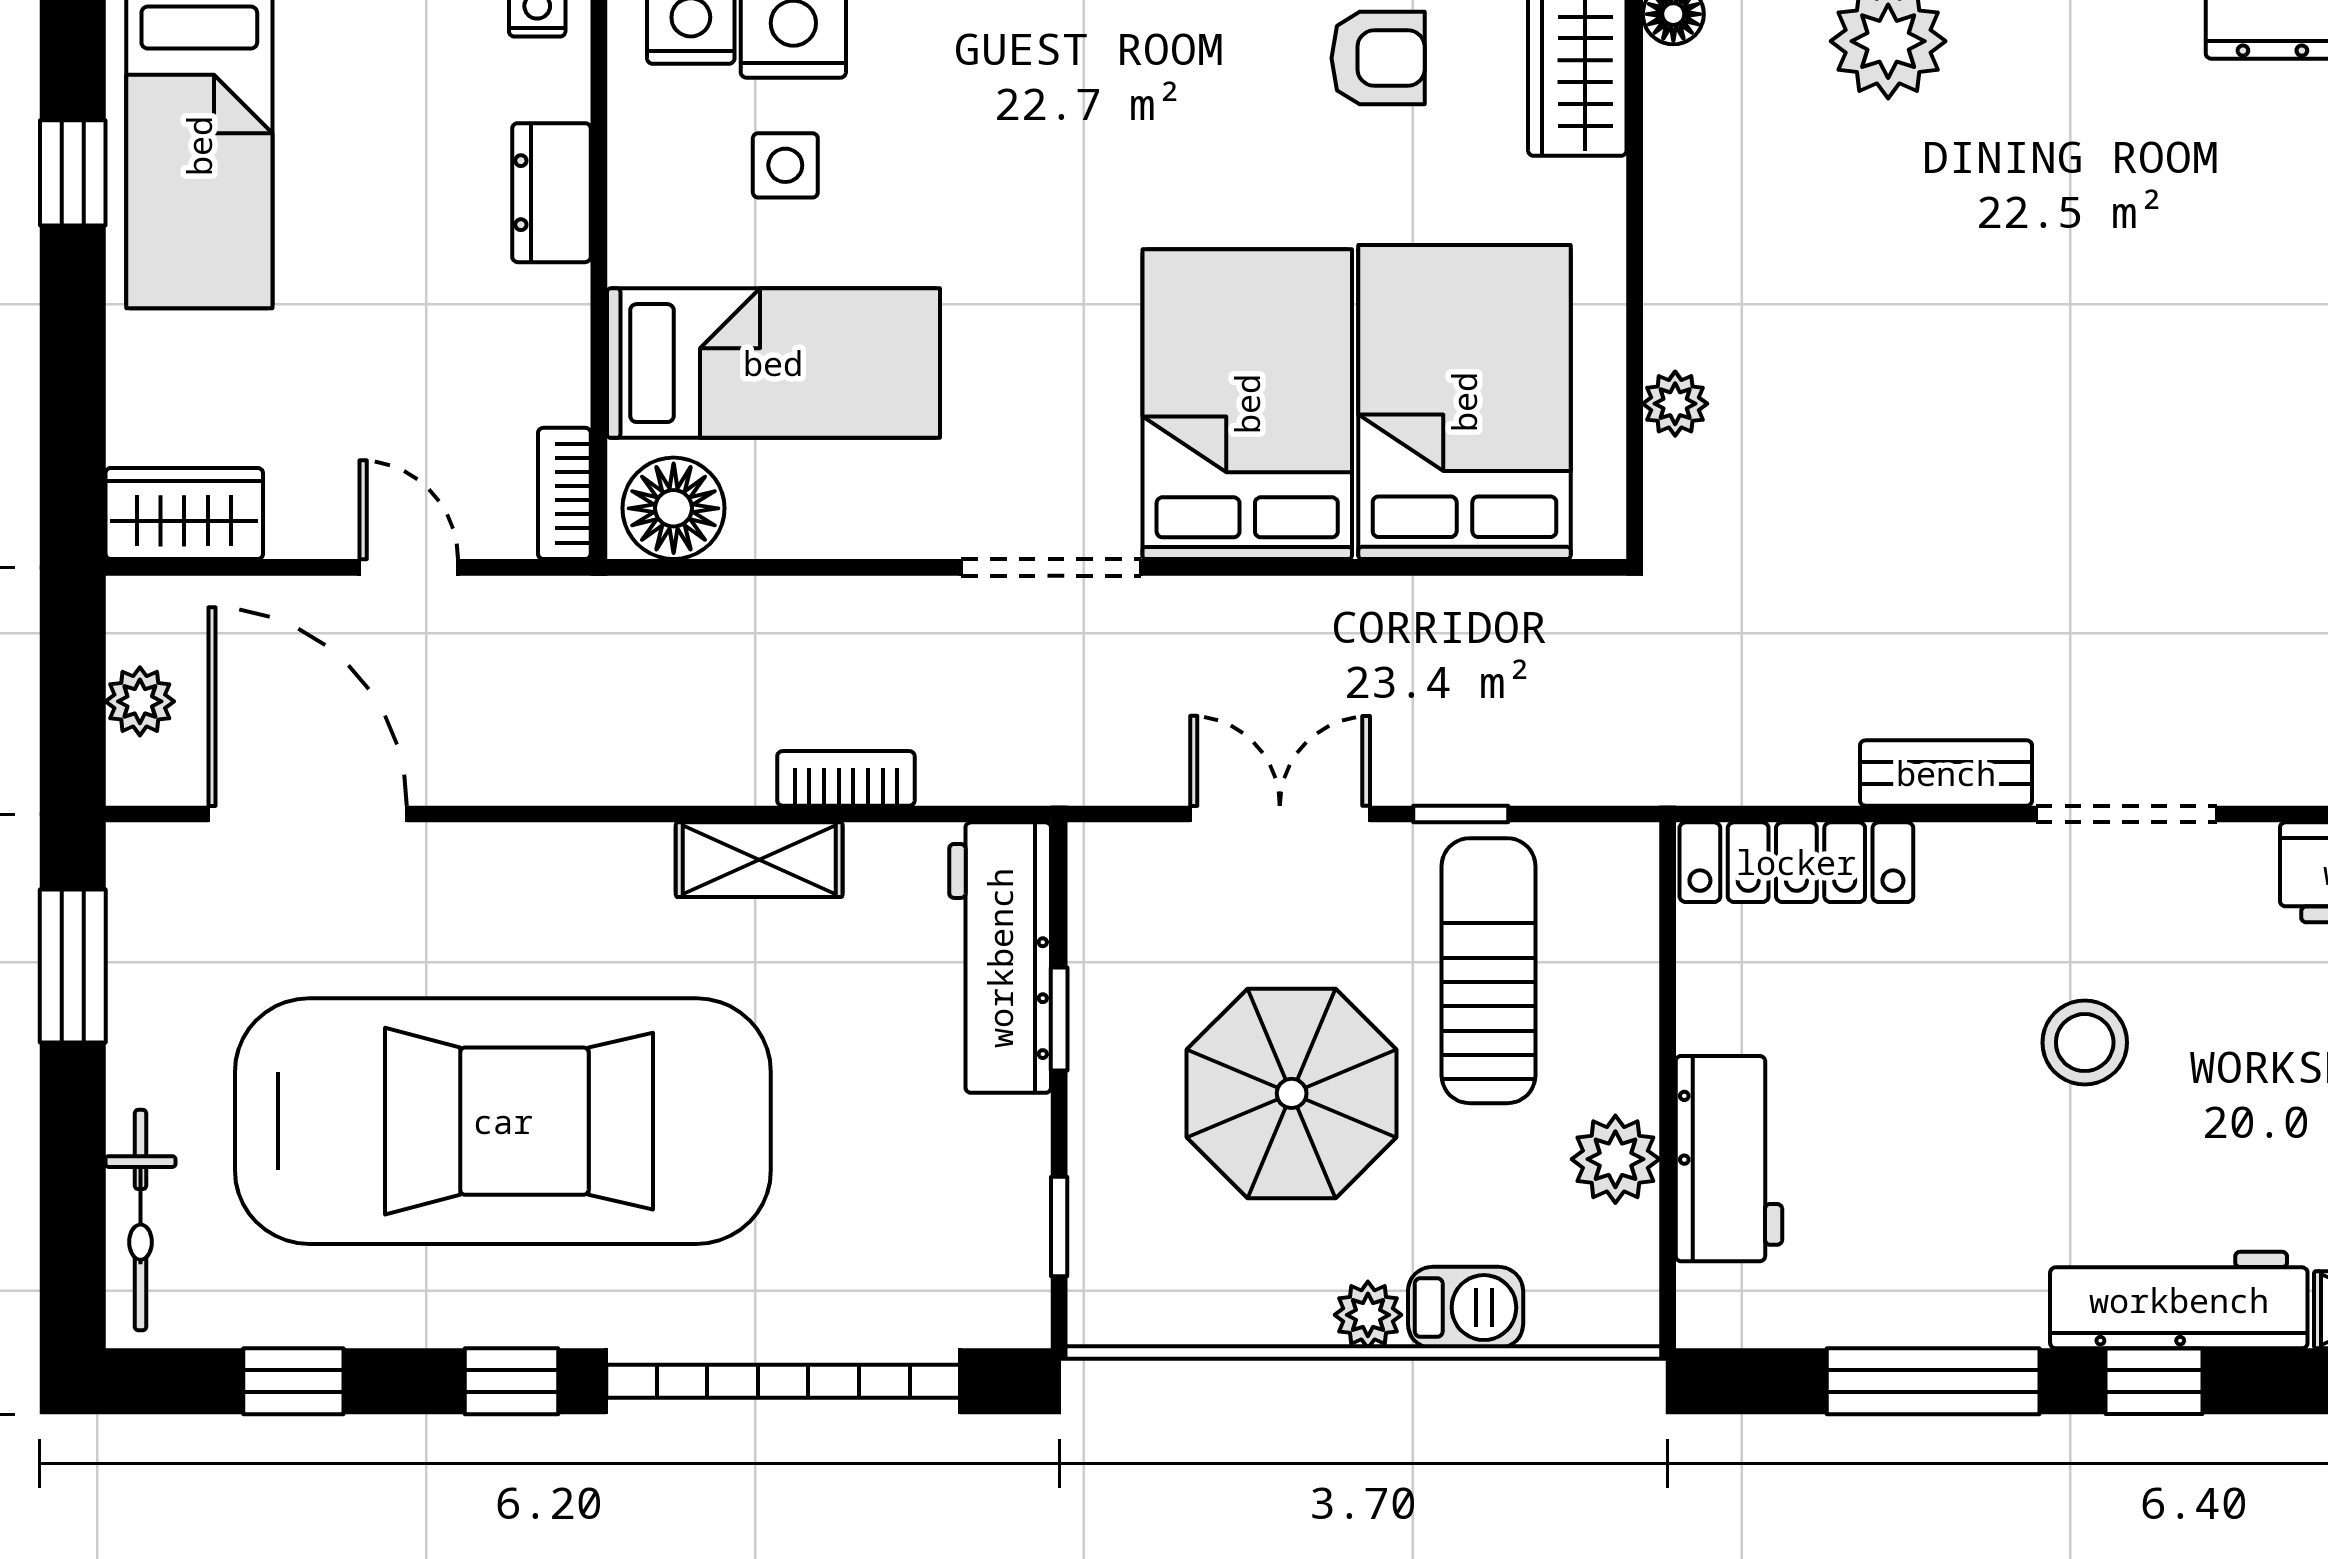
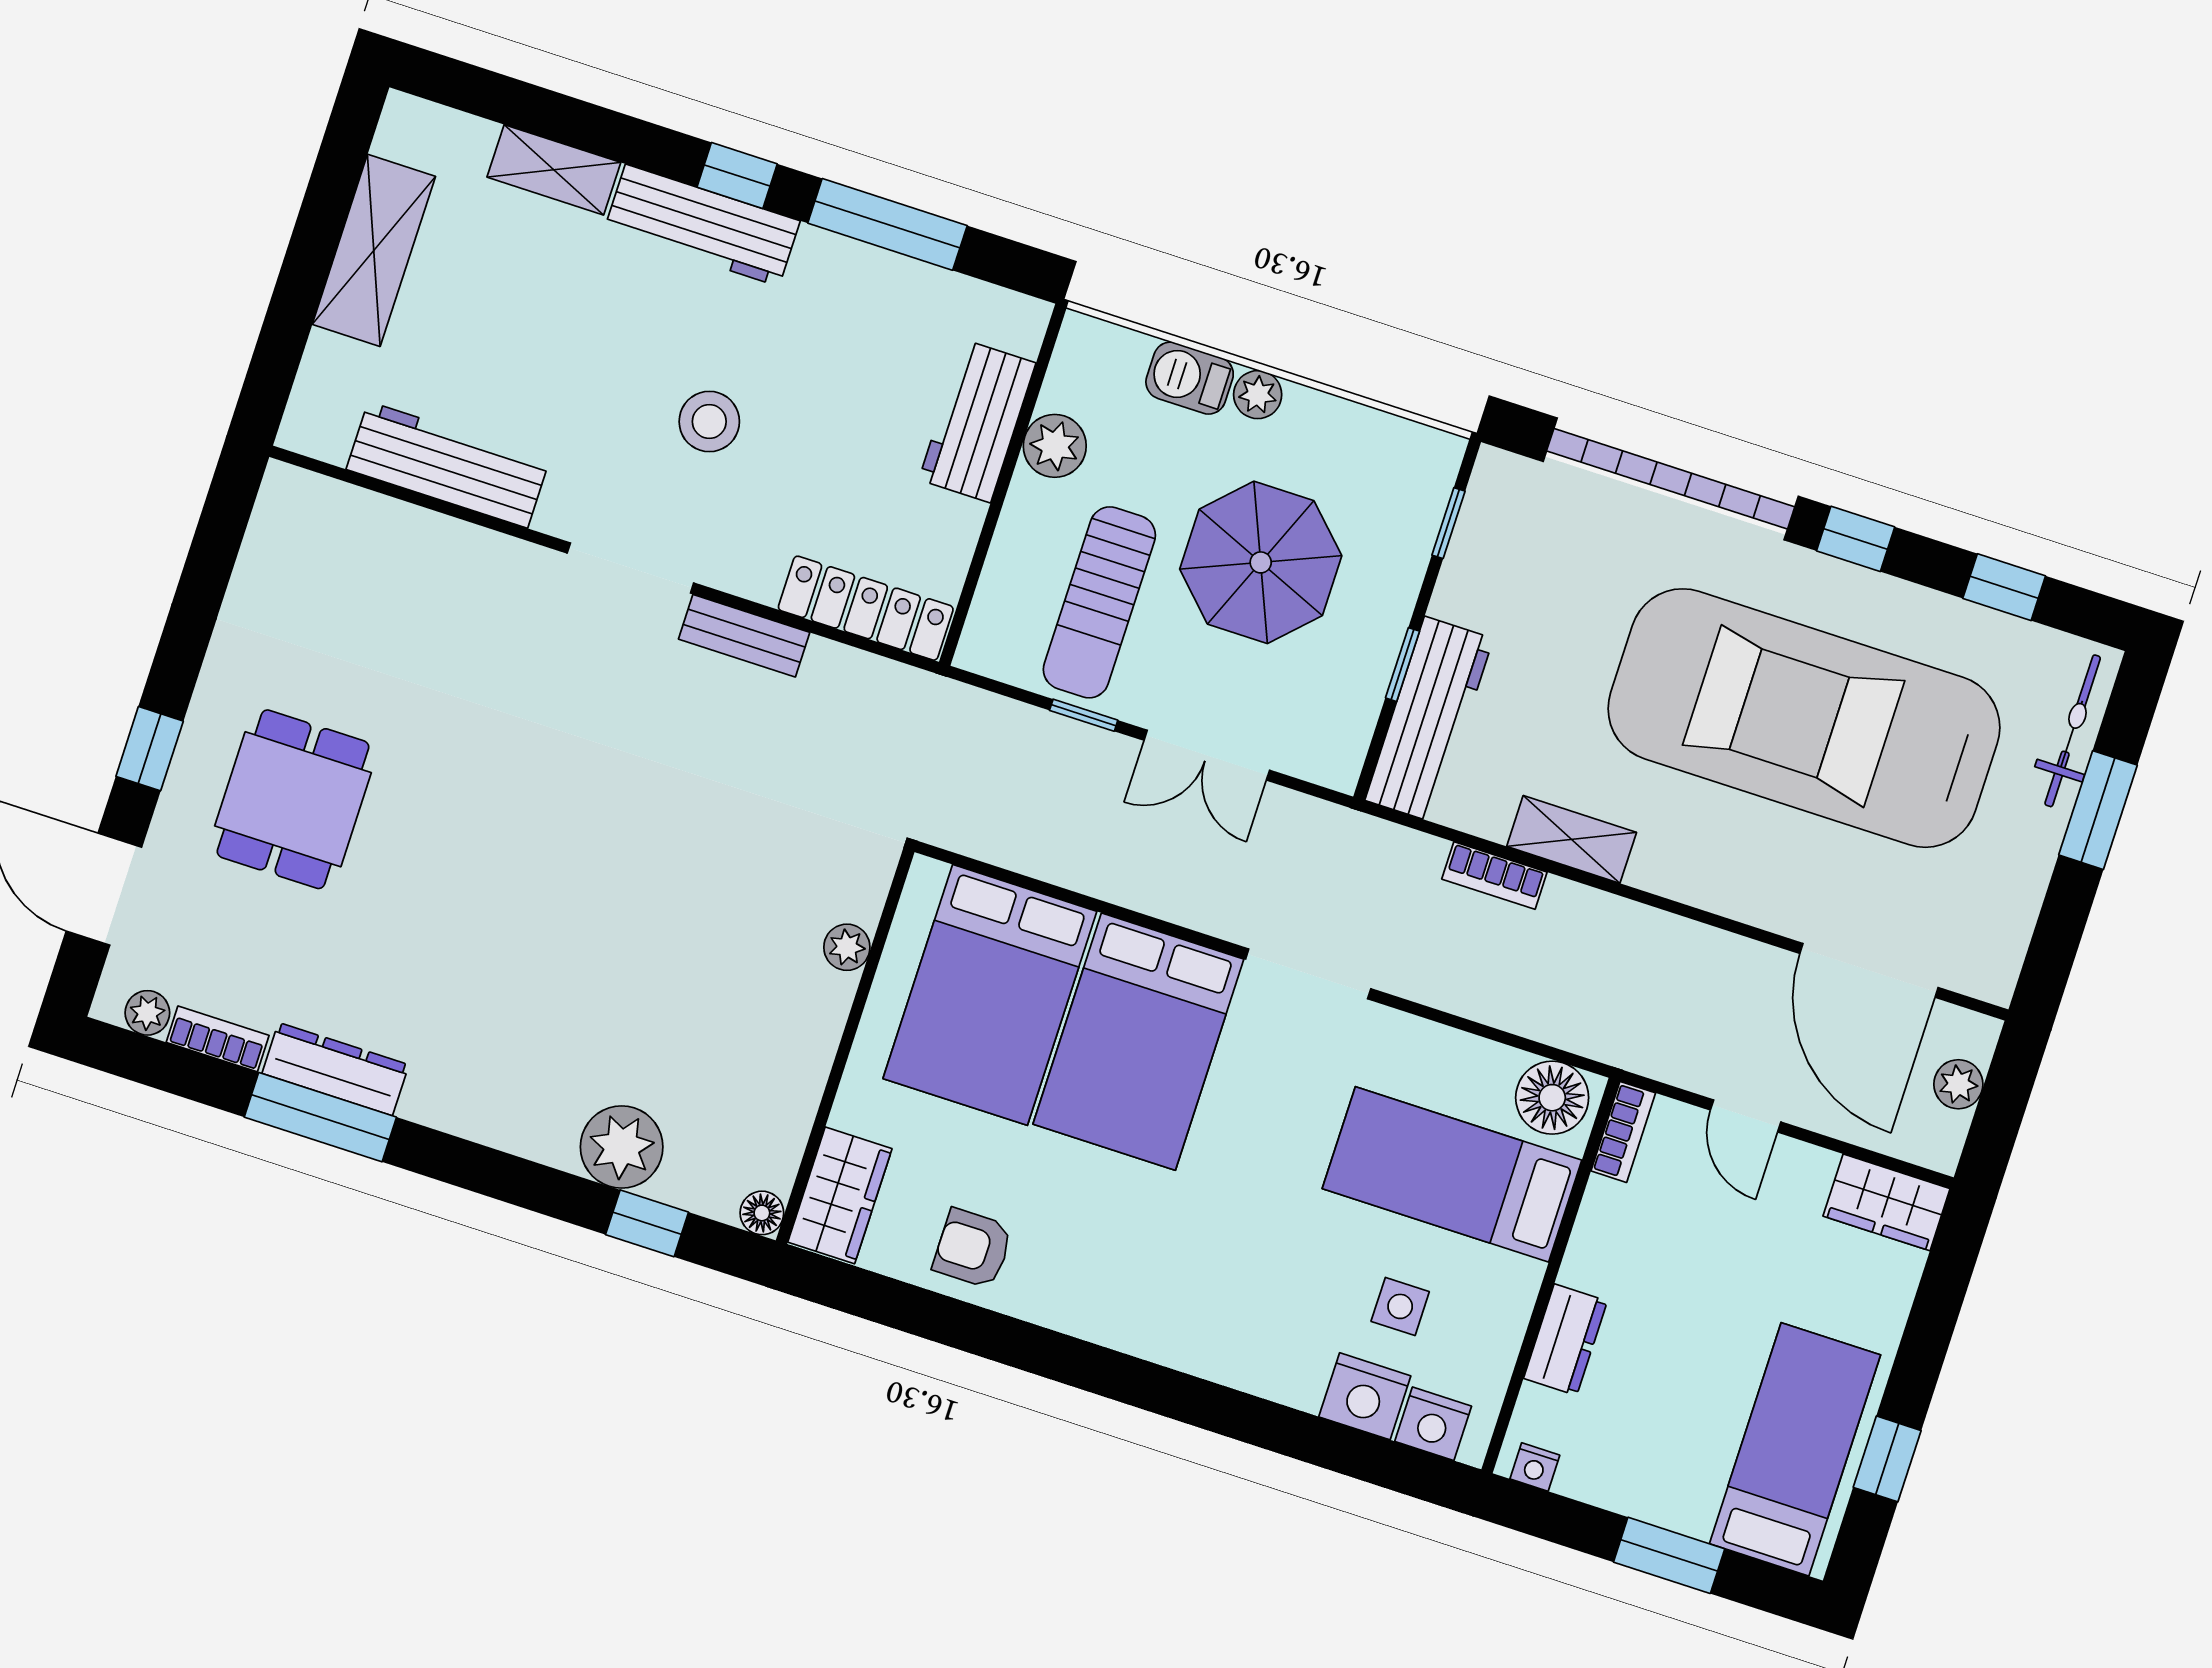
window: (73, 966) -> (2098, 810), moved

